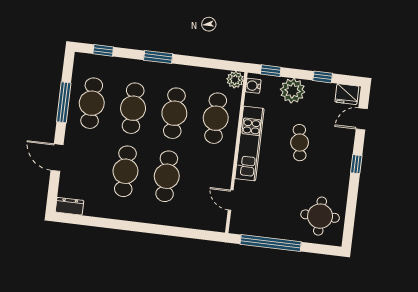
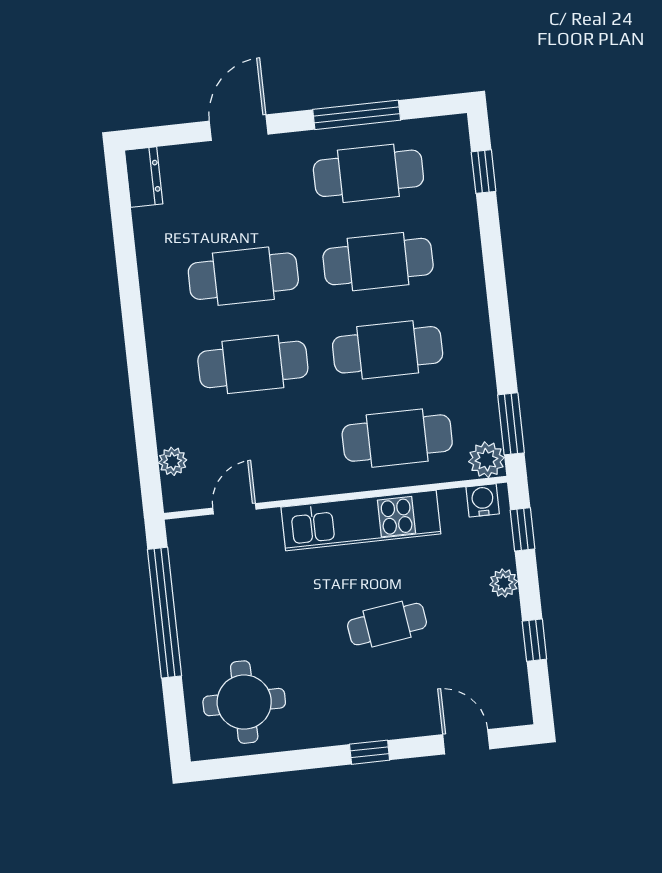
window: (158, 57) -> (511, 424), moved
plant: (293, 91) -> (504, 583), width x0.53, depth x0.53
fridge: (347, 94) -> (510, 699), removed
plant: (202, 223) -> (173, 461), added

